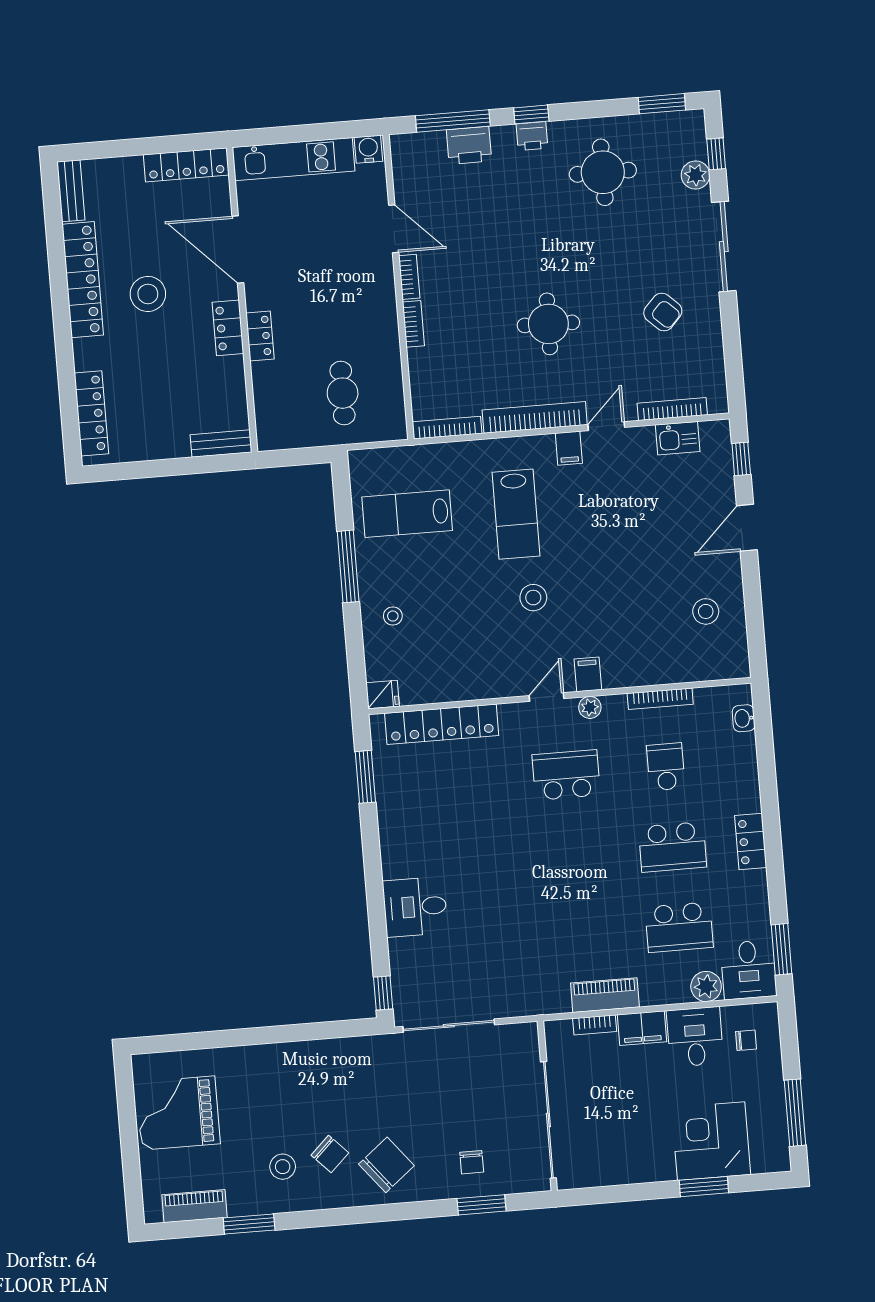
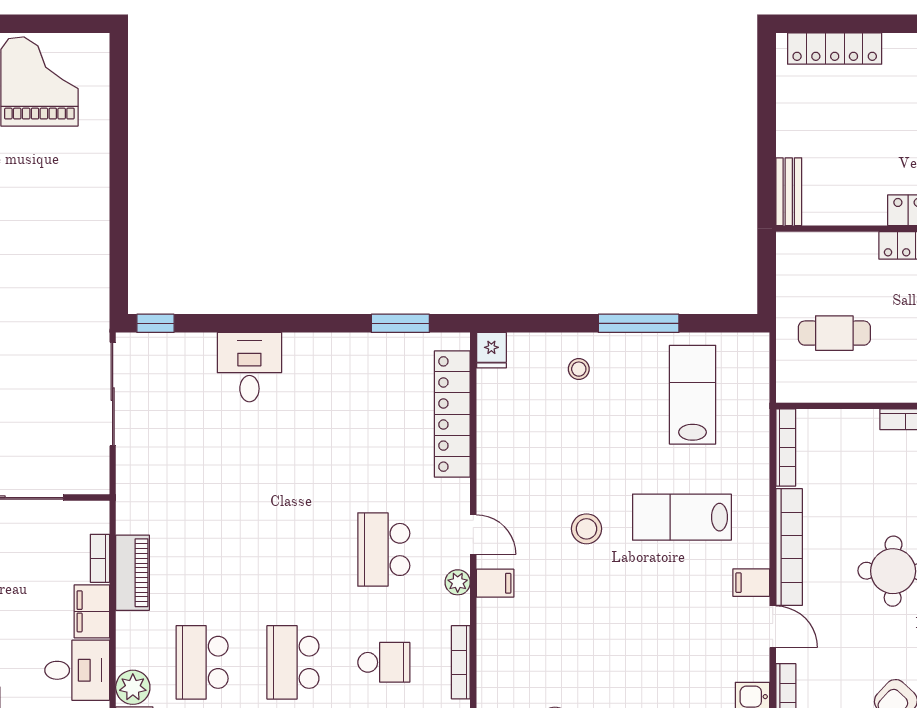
school desk: (566, 775) -> (384, 549), turned 180

